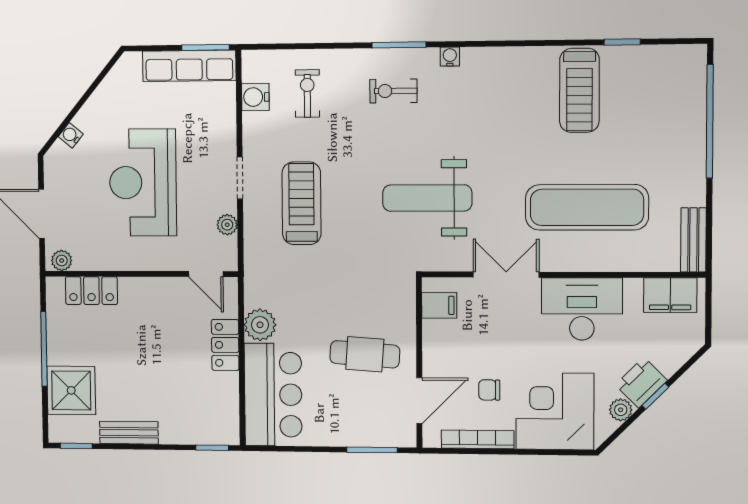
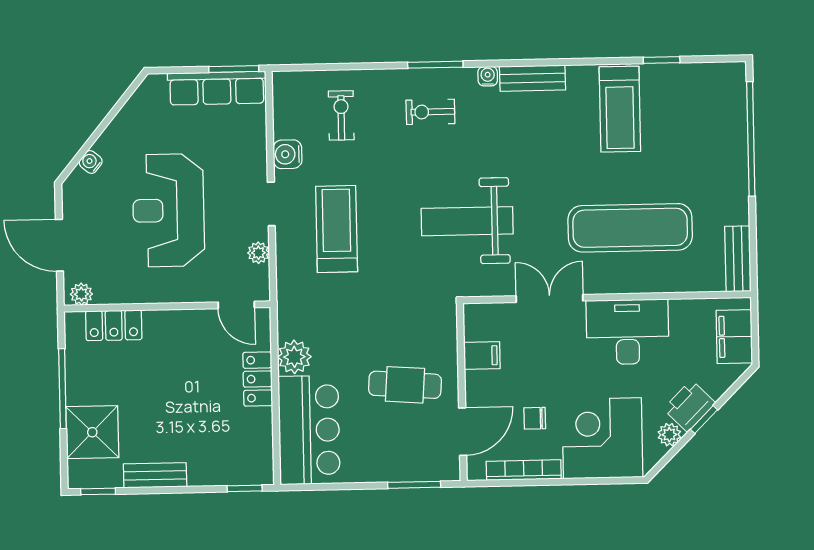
bench: (494, 59) -> (533, 78), added
water cooler: (255, 97) -> (287, 154), moved
filing cabinet: (670, 295) -> (734, 337), moved, turned 90
filing cabinet: (439, 305) -> (482, 355), moved

